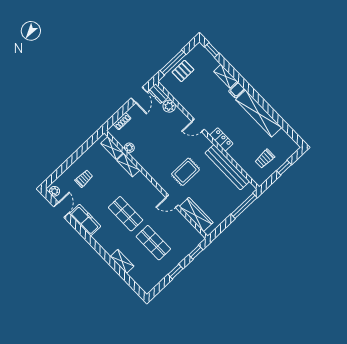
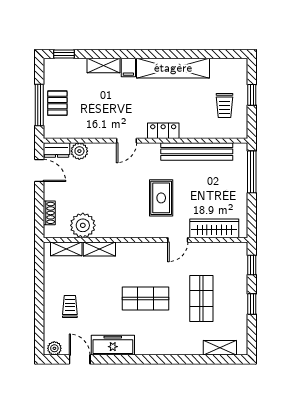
plant: (129, 148) -> (83, 225), width x1.87, depth x1.87
shop shelf: (153, 243) -> (201, 299), turned 90
shelving: (122, 261) -> (220, 348), moved

